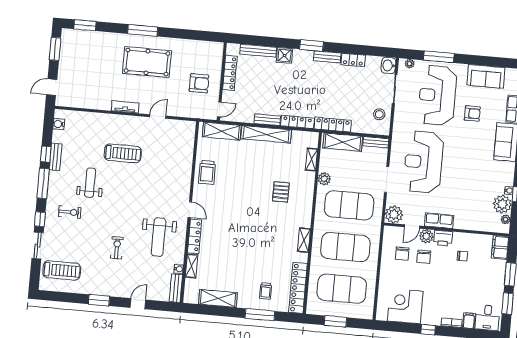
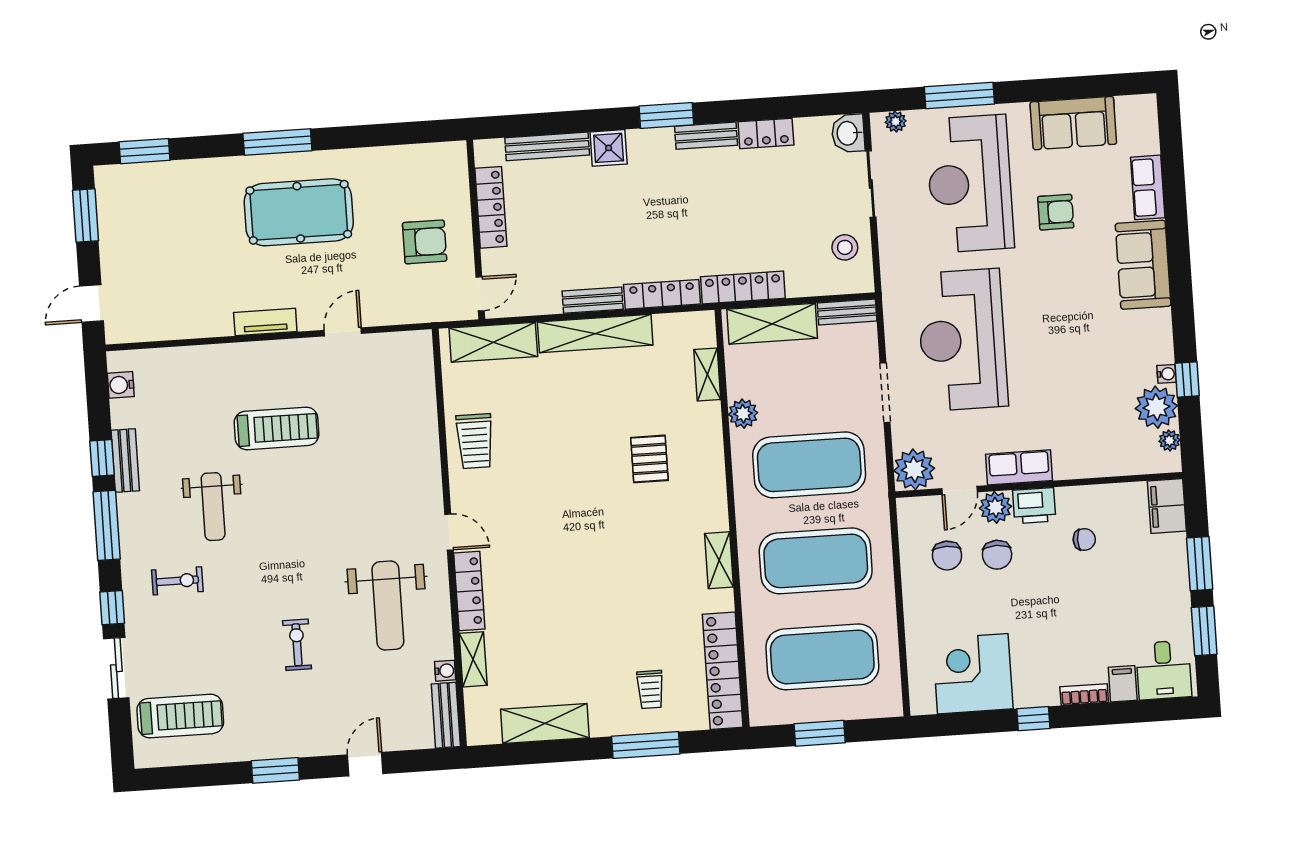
weight bench: (90, 183) -> (213, 507), turned 180

